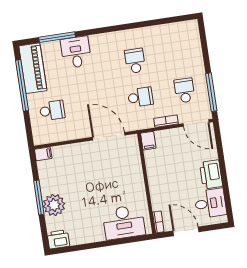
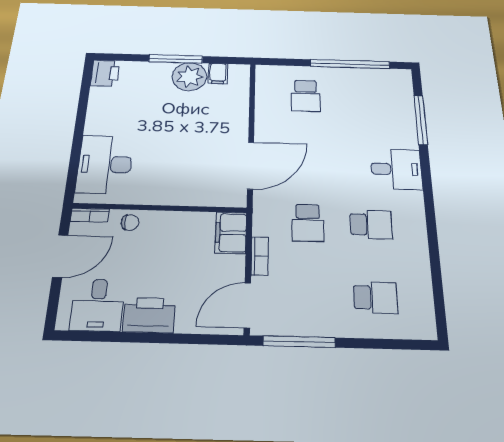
desk: (76, 52) -> (396, 169), moved
piano: (33, 68) -> (375, 81), removed
school desk: (185, 90) -> (376, 297), moved
filing cabinet: (148, 141) -> (231, 233), width x2.00
filing cabinet: (43, 154) -> (218, 74), moved
chair: (159, 198) -> (130, 223), added
plant: (54, 205) -> (189, 77), moved

